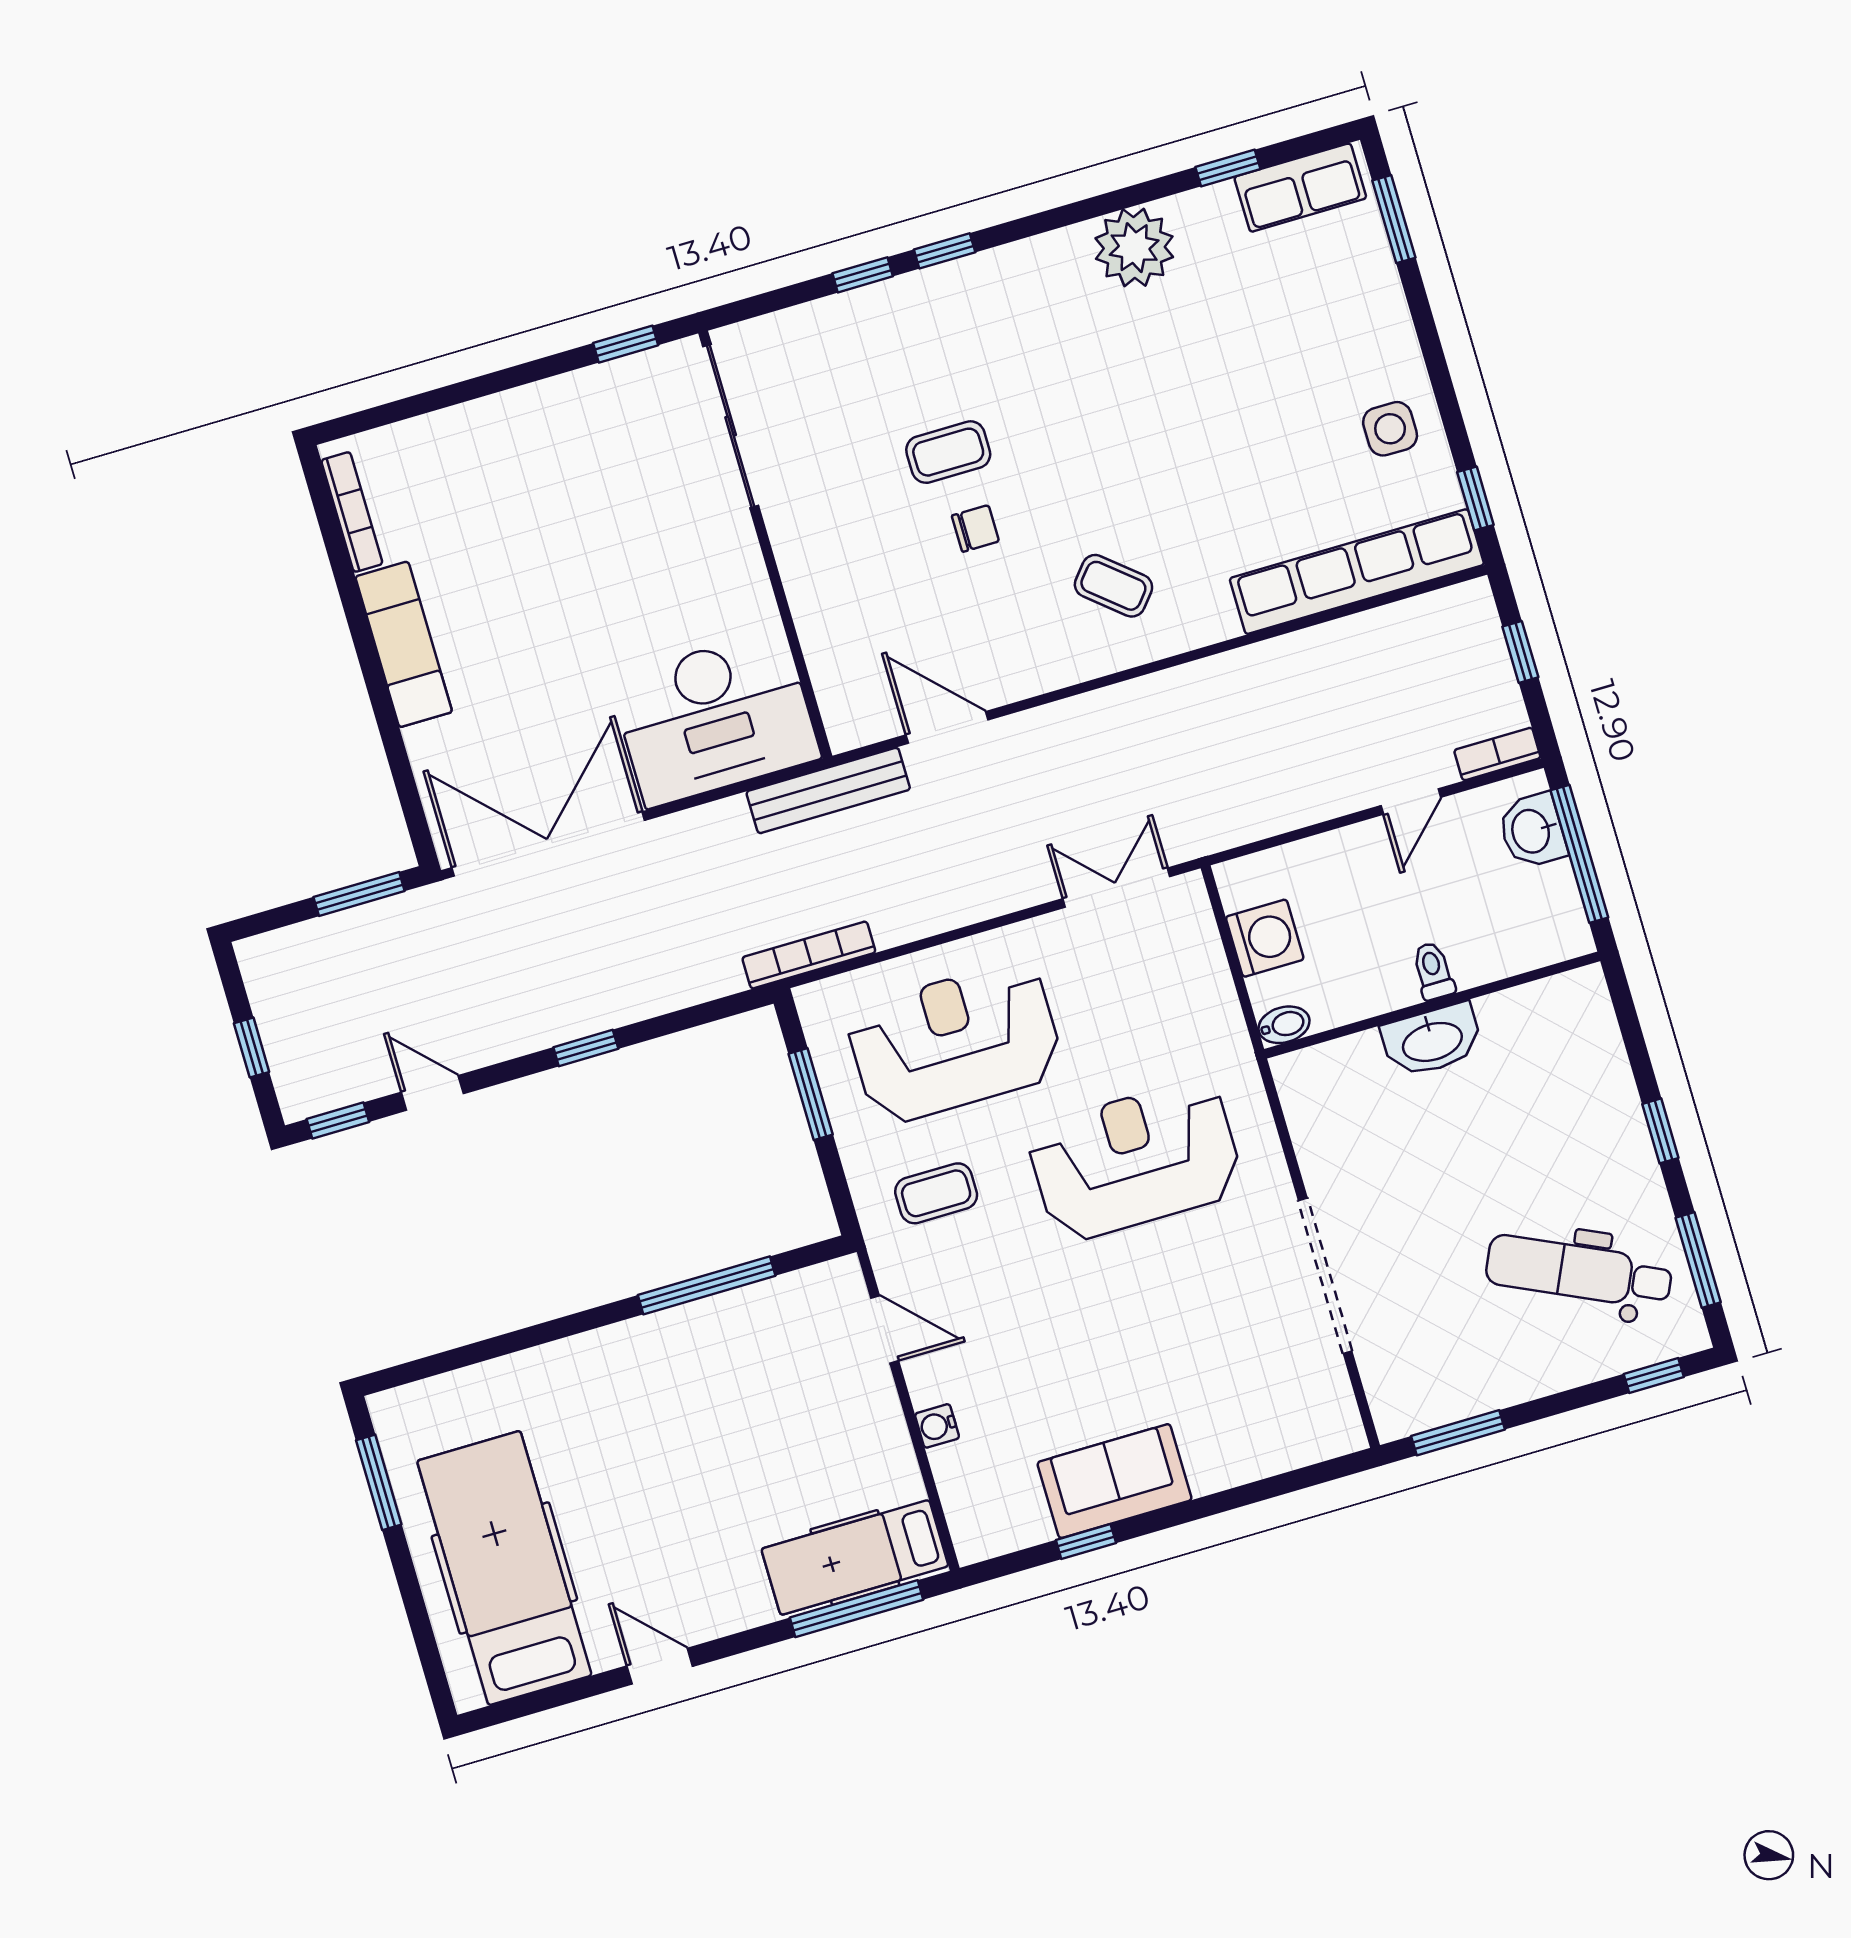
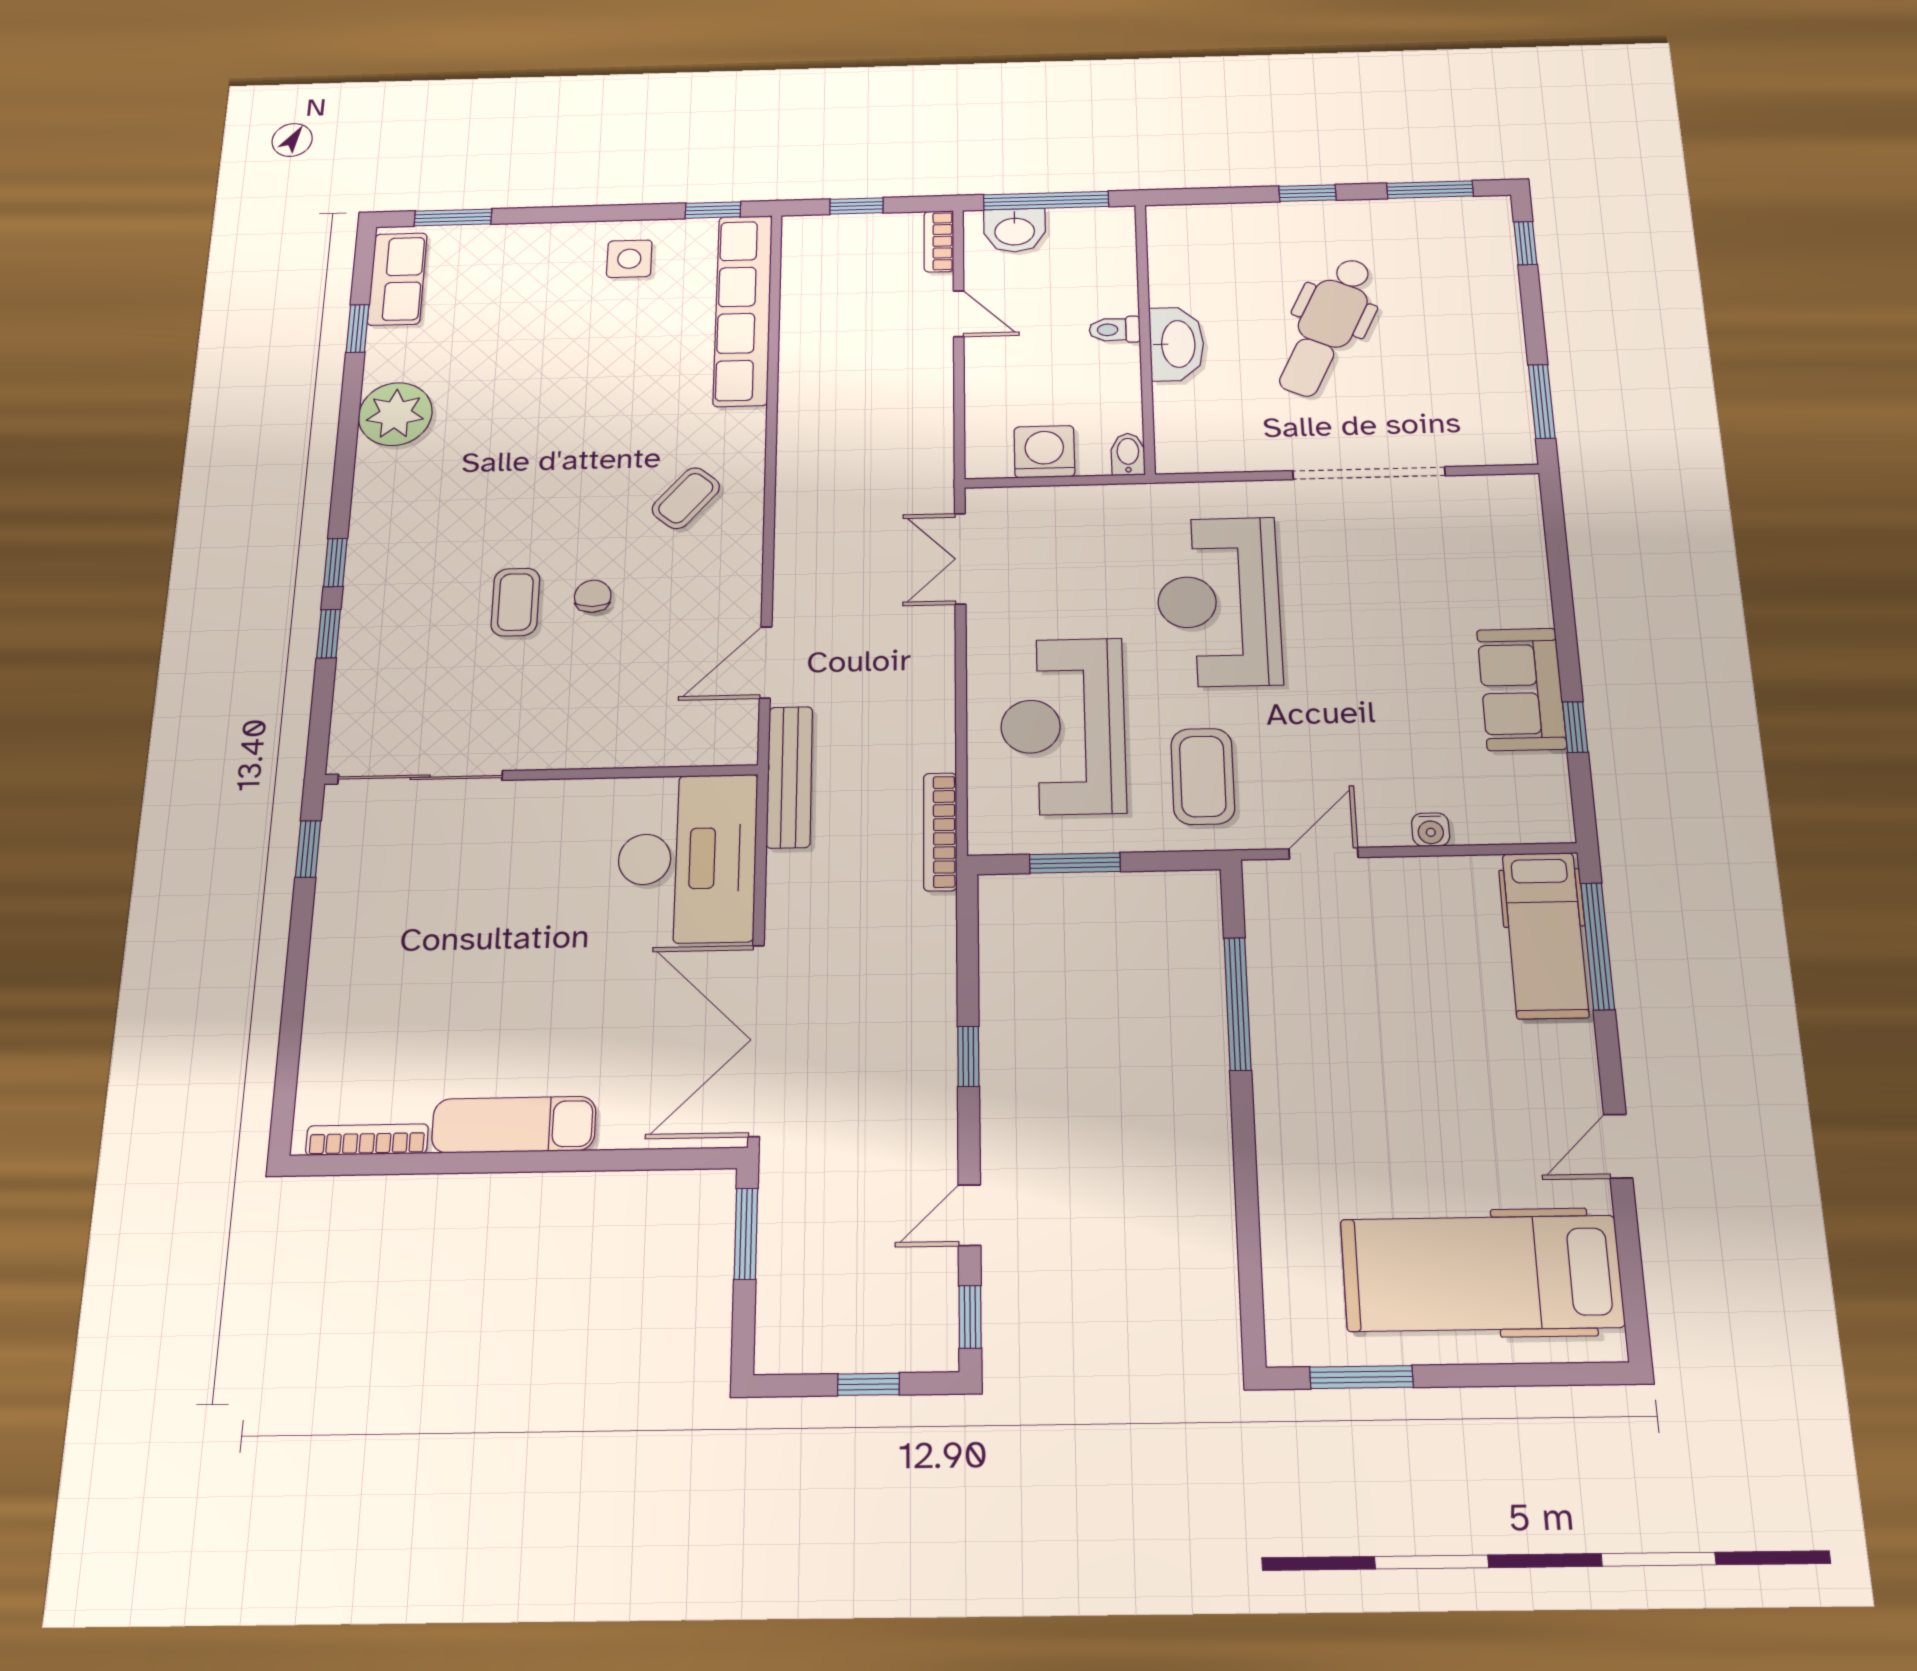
coffee table: (936, 1193) -> (1203, 776), width x1.36, depth x1.30
dental chair: (1579, 1272) -> (1327, 327), moved

